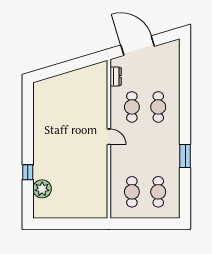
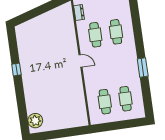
window: (28, 172) -> (16, 69), moved
plant: (42, 189) -> (35, 121), moved

